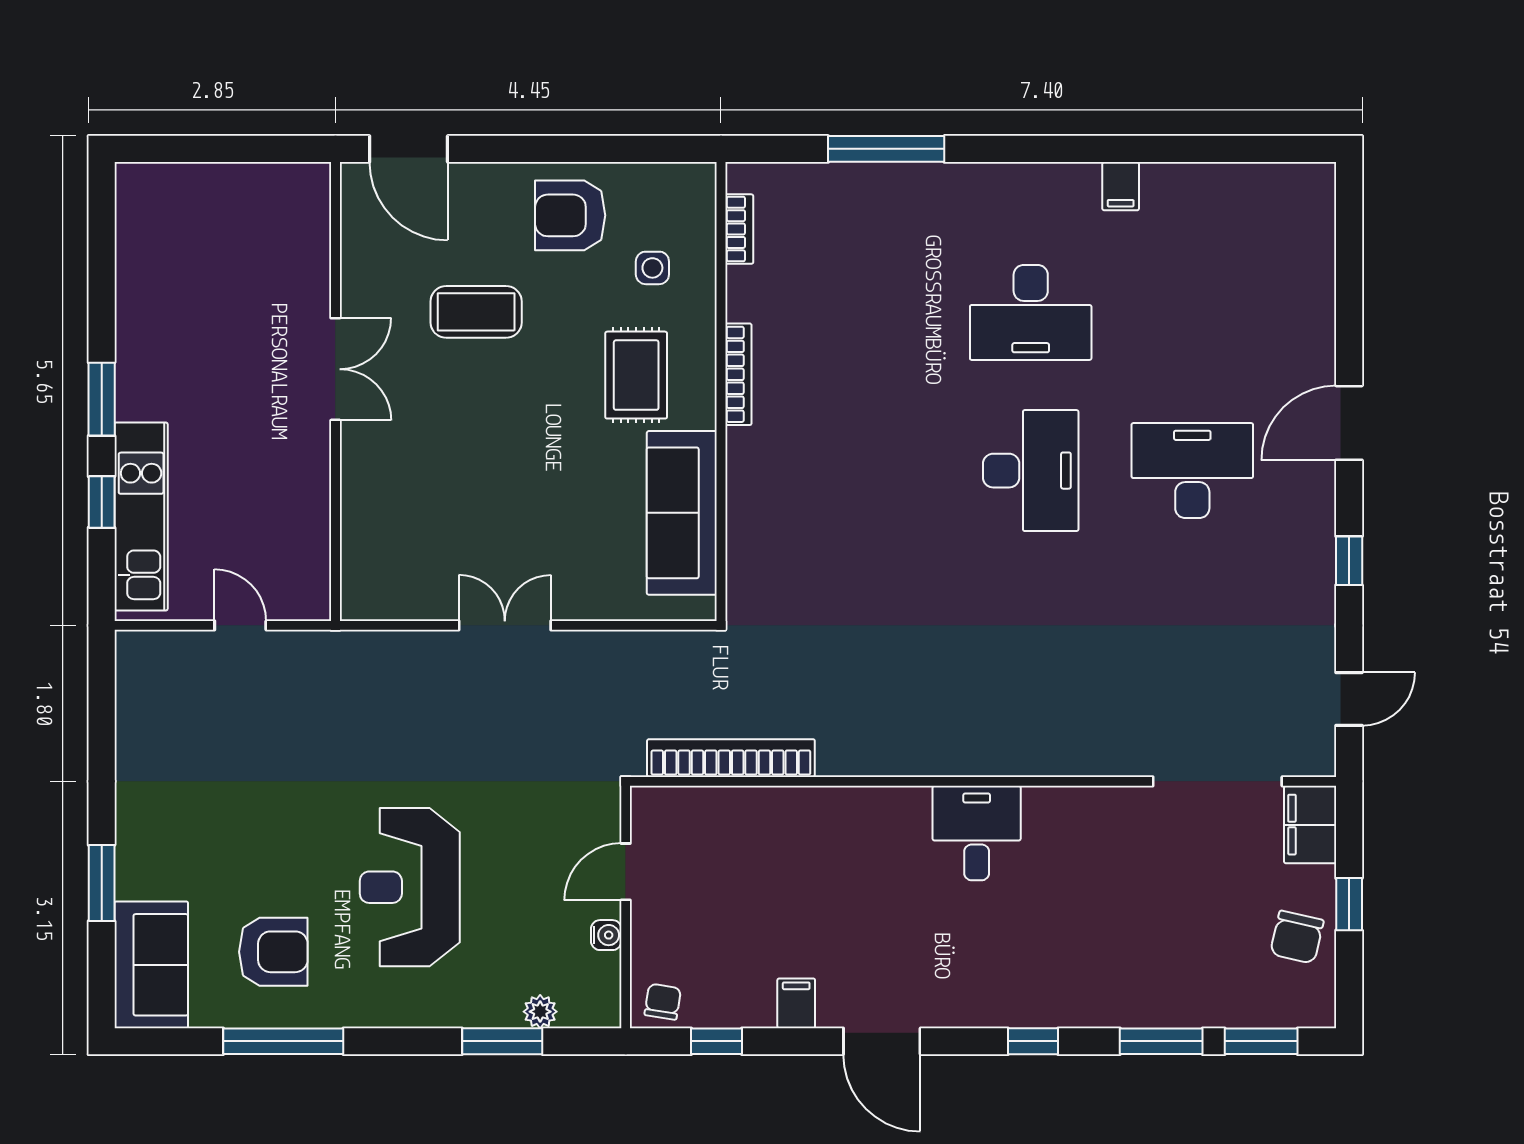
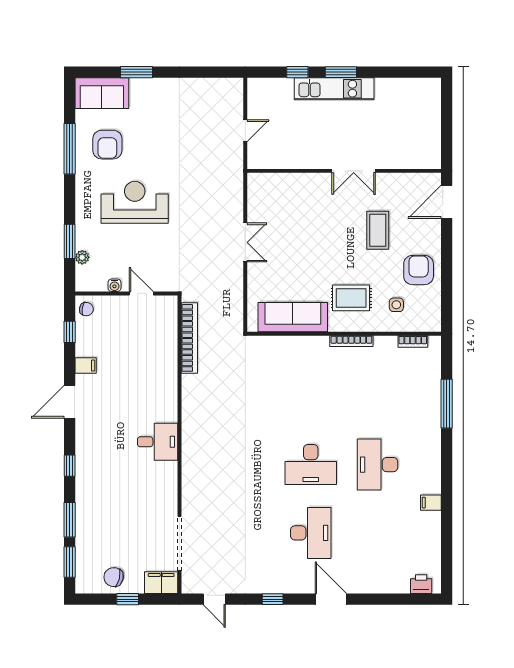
printer: (1314, 209) -> (421, 584), added
kitchen unit: (141, 516) -> (334, 89), moved

